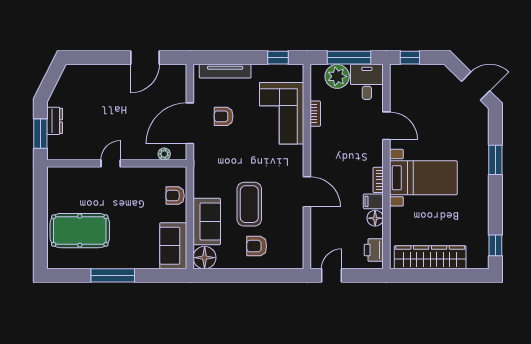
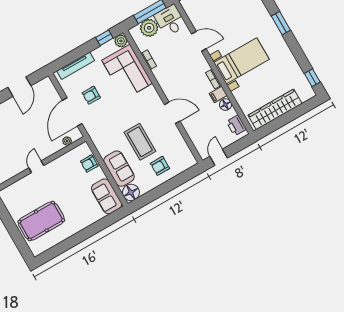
plant: (295, 73) -> (121, 41), added
window: (113, 275) -> (79, 238), removed

